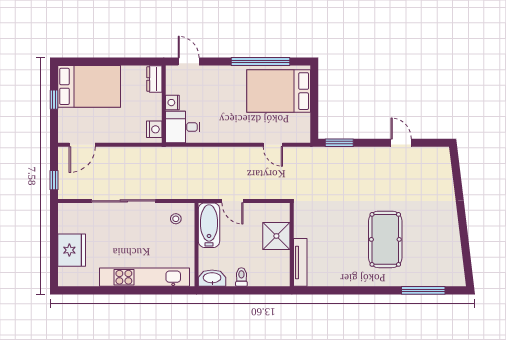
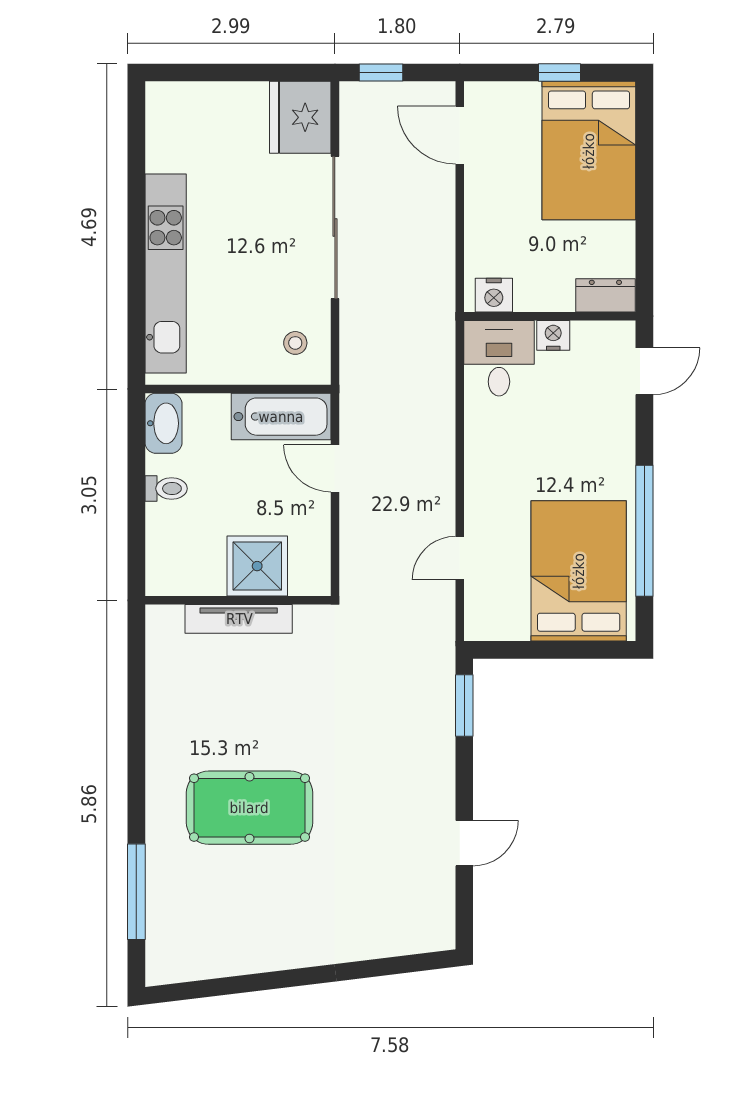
door: (232, 201) -> (335, 468), hinge flipped
fridge: (72, 250) -> (300, 117), moved, turned 90
tv unit: (300, 262) -> (239, 619), moved

